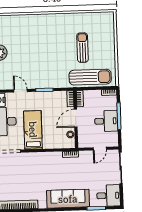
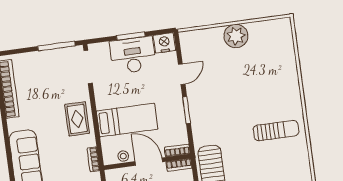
sun lounger: (82, 48) -> (276, 131), moved
bed: (33, 130) -> (127, 120), moved
rug: (43, 162) -> (77, 119), added

